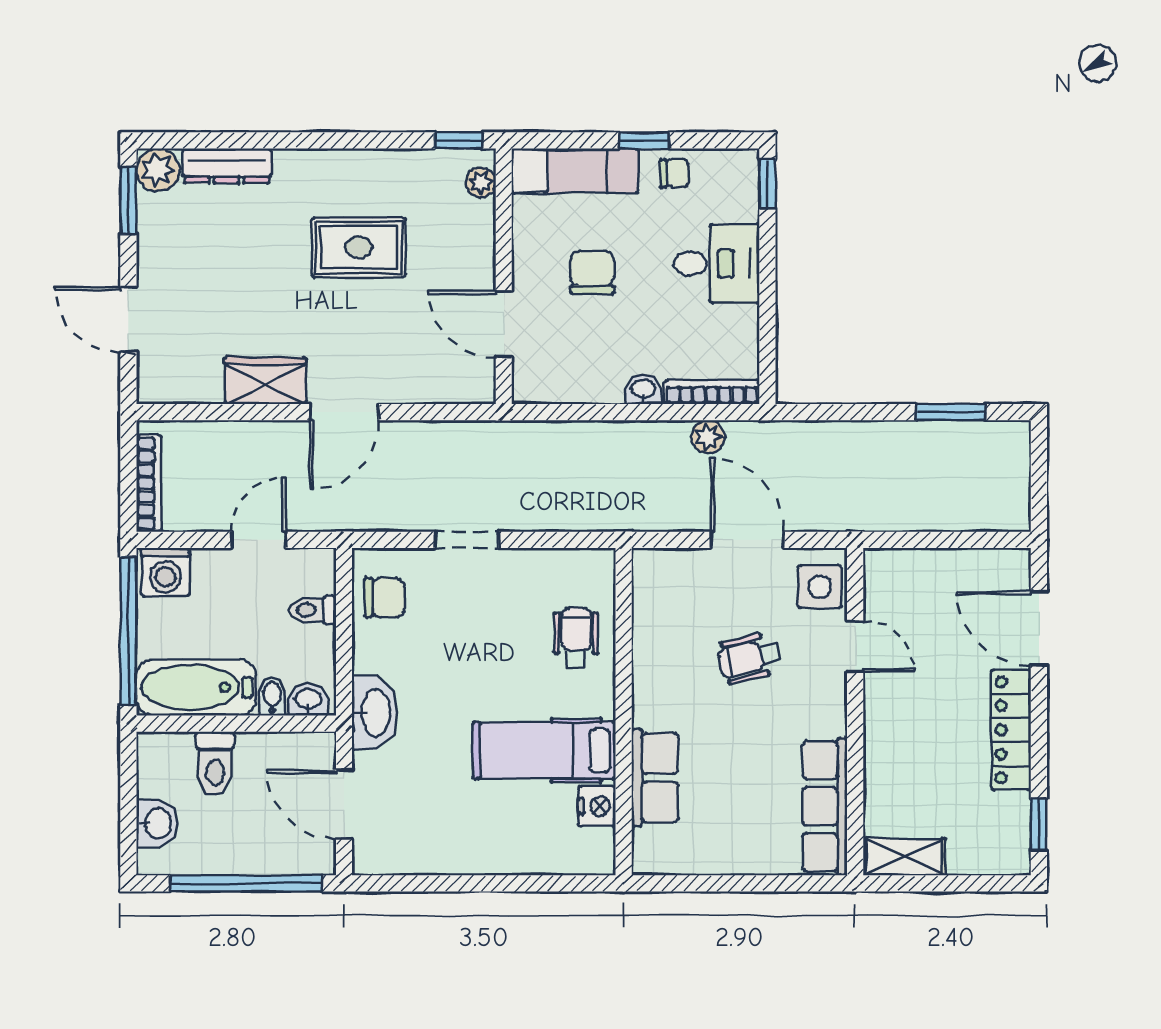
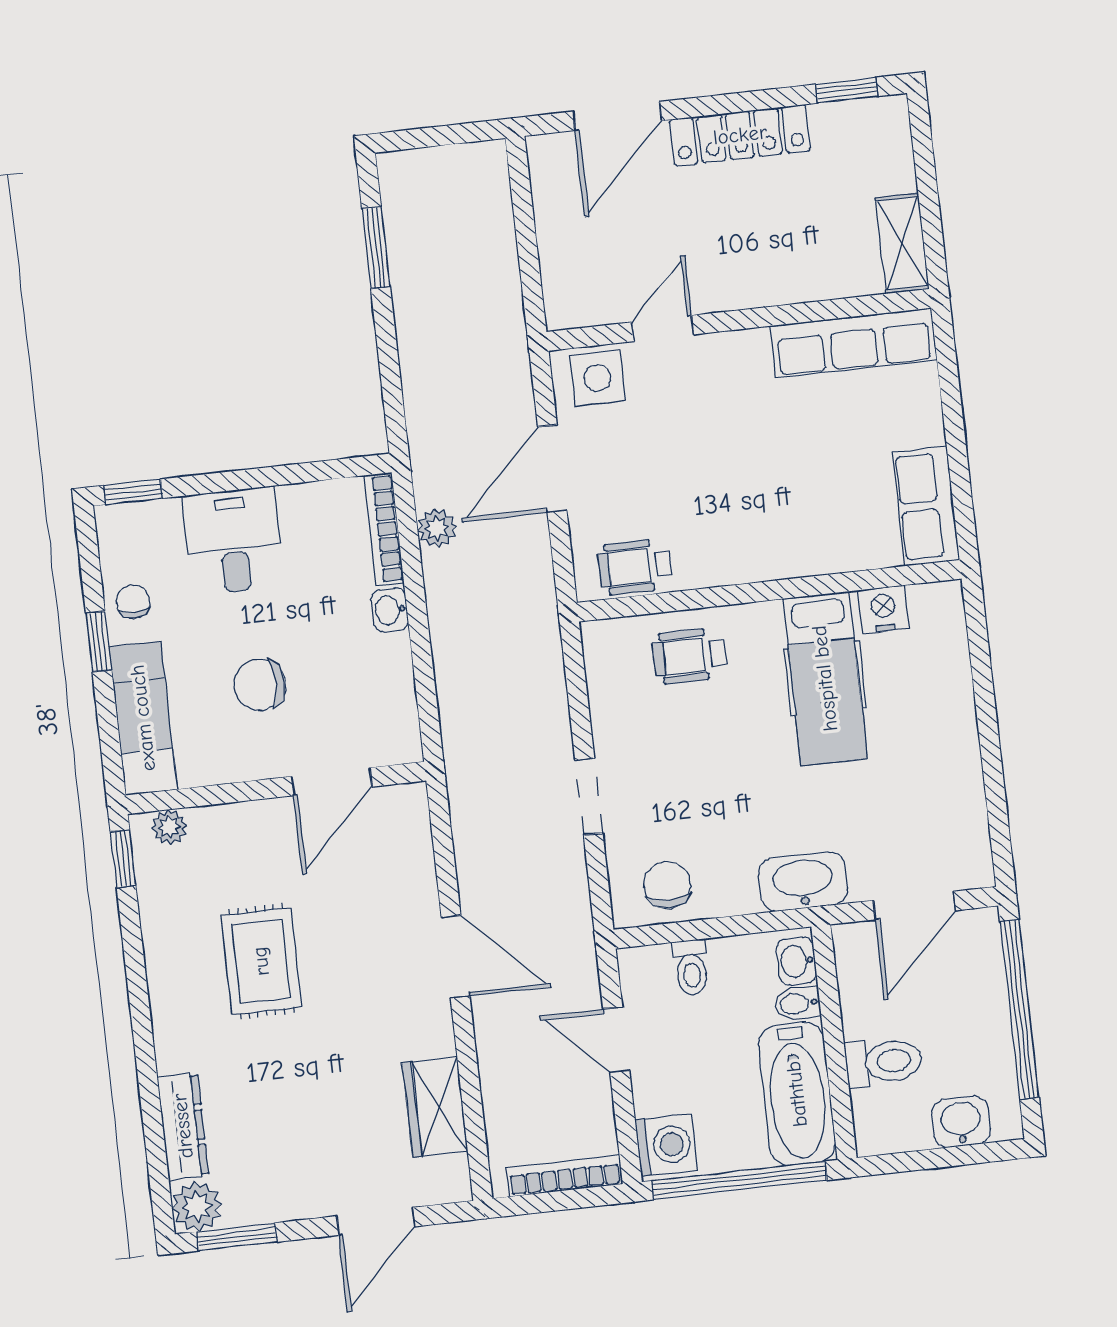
wardrobe: (265, 381) -> (435, 1107), moved
wheelchair: (749, 658) -> (635, 567), moved, turned 103
row of seats: (655, 778) -> (926, 506), moved, turned -90

